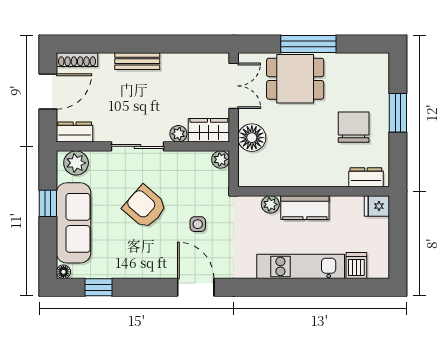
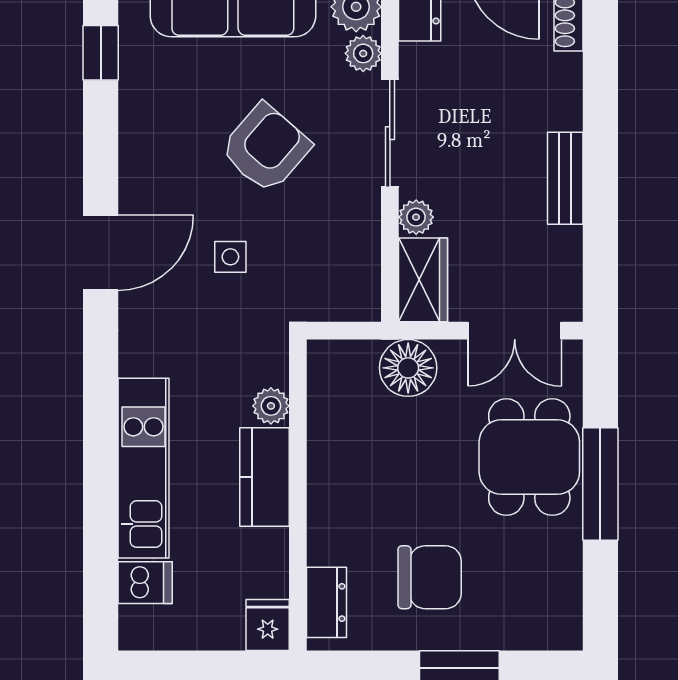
bench: (137, 61) -> (565, 178), moved
plant: (221, 159) -> (363, 53), moved

